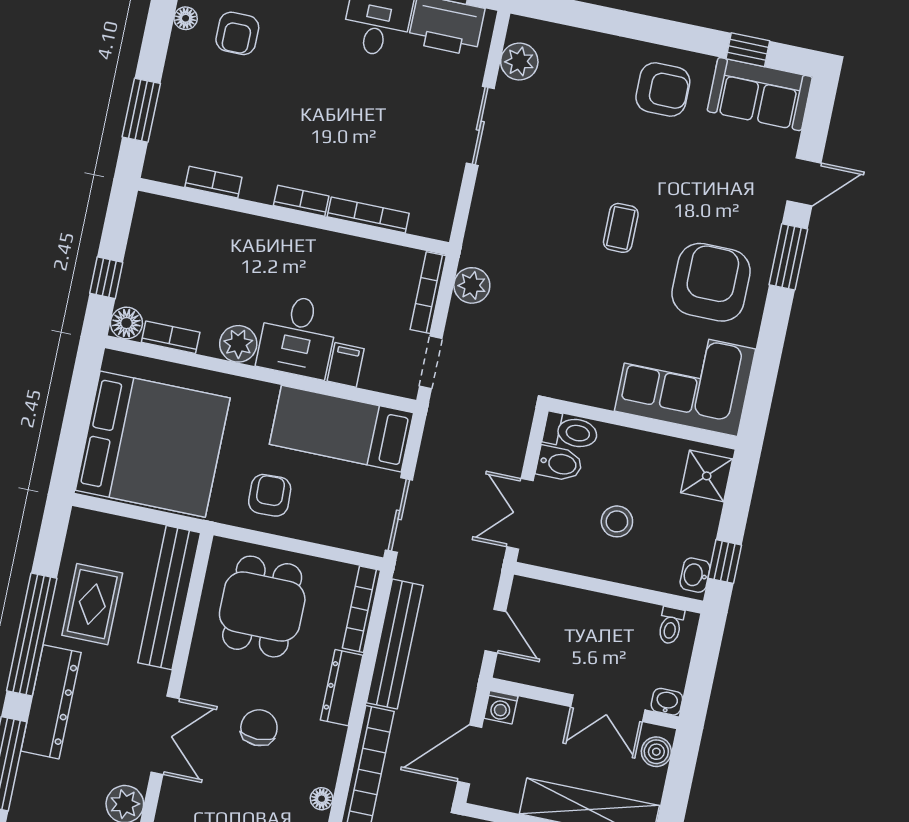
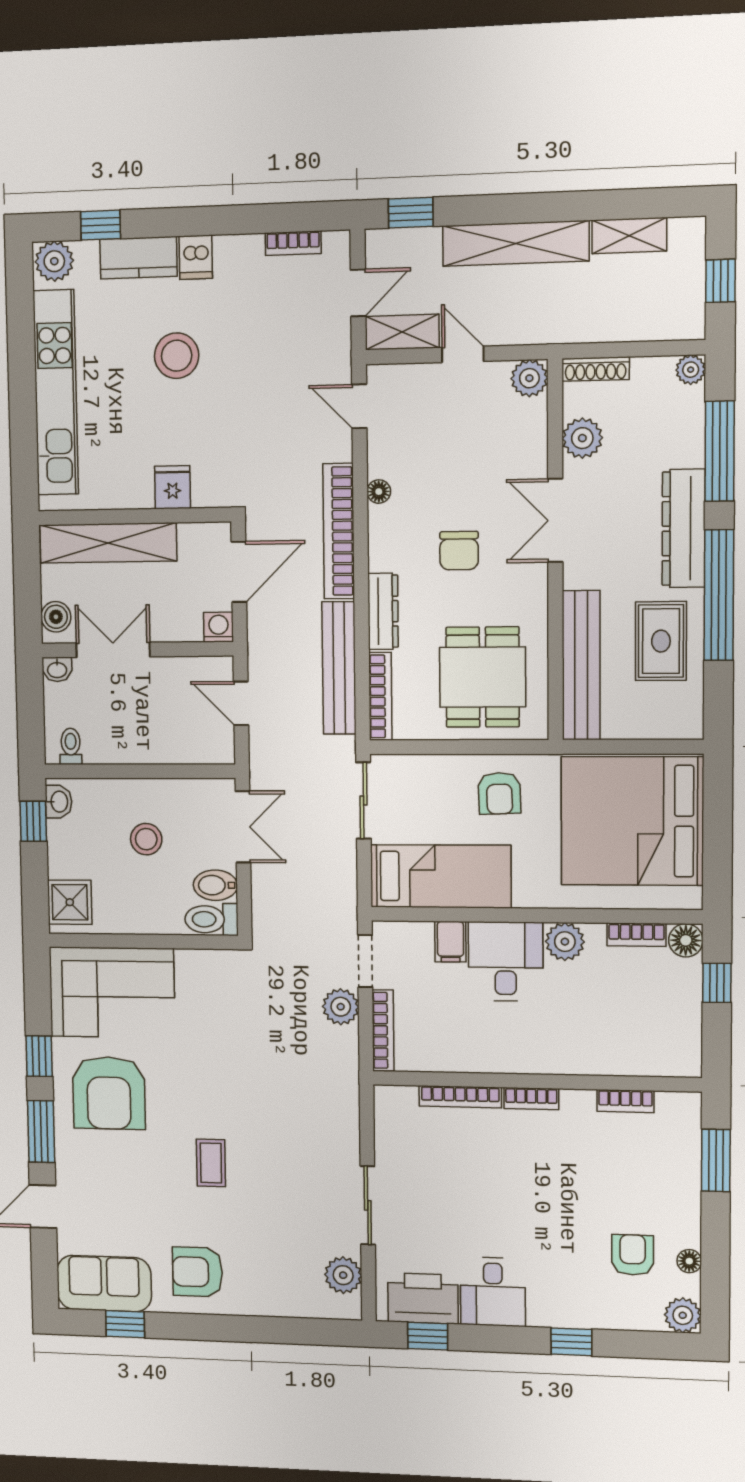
coffee table: (621, 228) -> (211, 1163), moved
plant: (472, 285) -> (341, 1007), moved
window: (773, 332) -> (39, 1056), added

